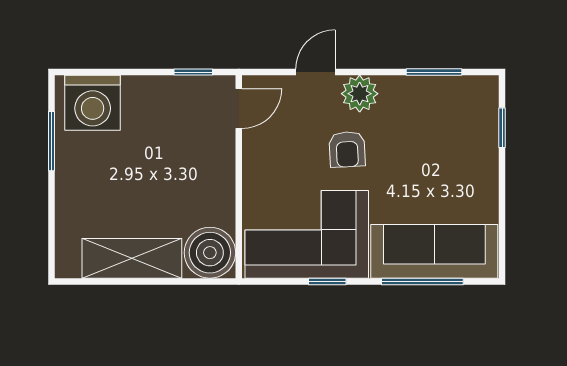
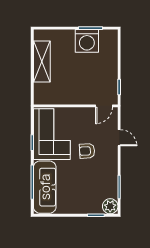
plant: (360, 94) -> (110, 206), moved
washing machine: (93, 103) -> (87, 41), moved, turned -90
door: (239, 109) -> (104, 106), hinge flipped
boiler: (210, 253) -> (44, 94), removed

